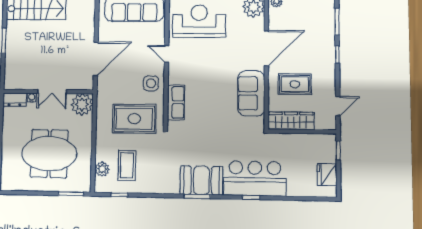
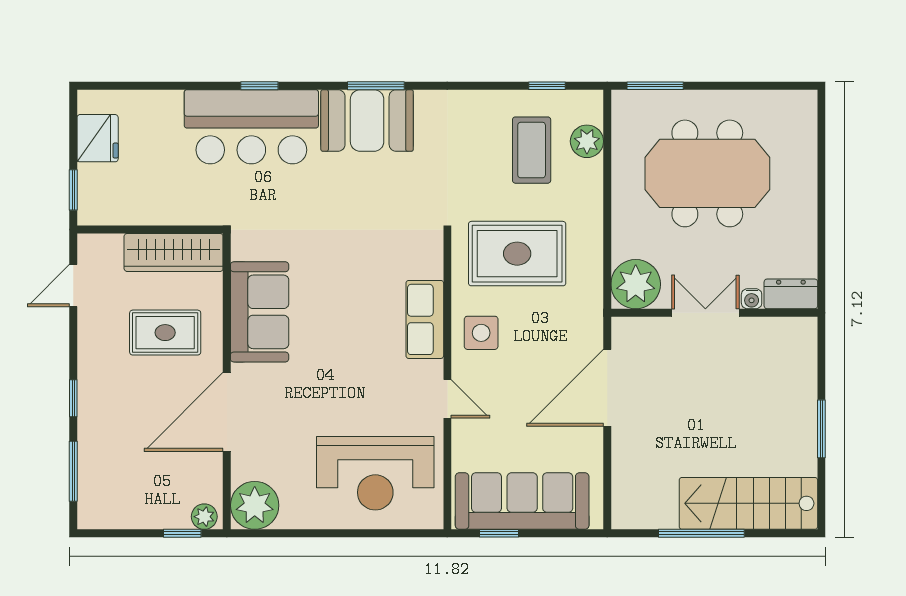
row of seats: (176, 102) -> (425, 319), moved

